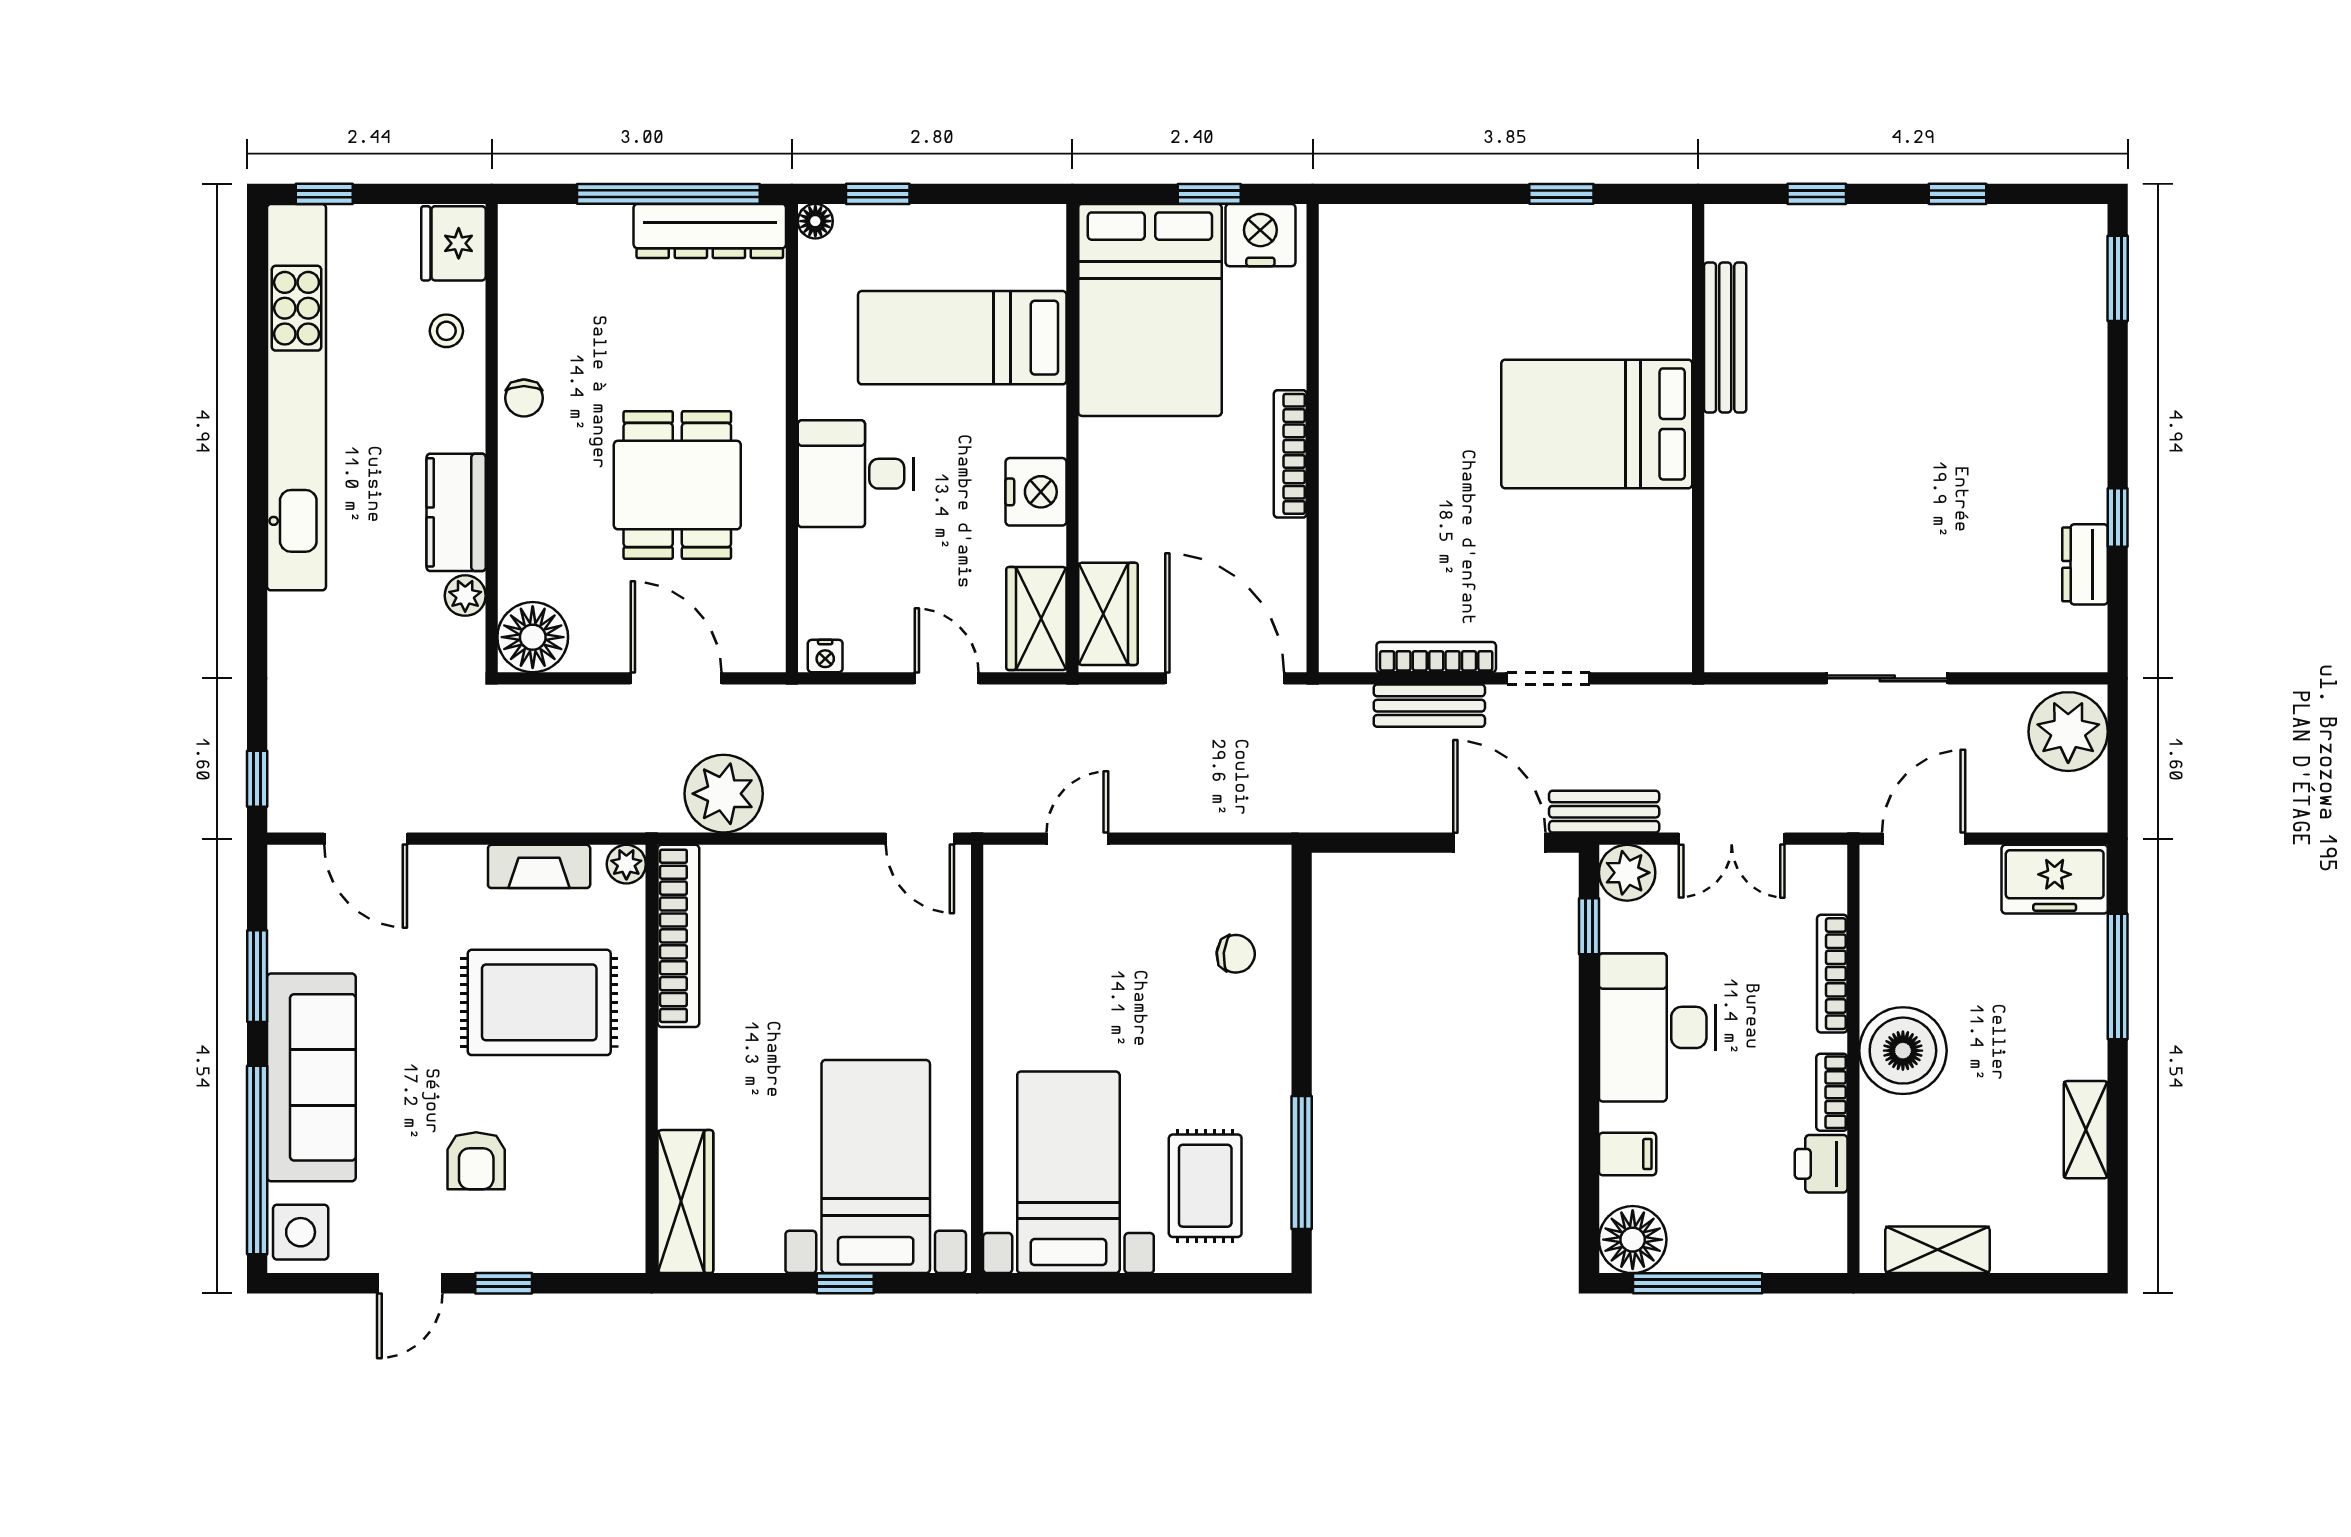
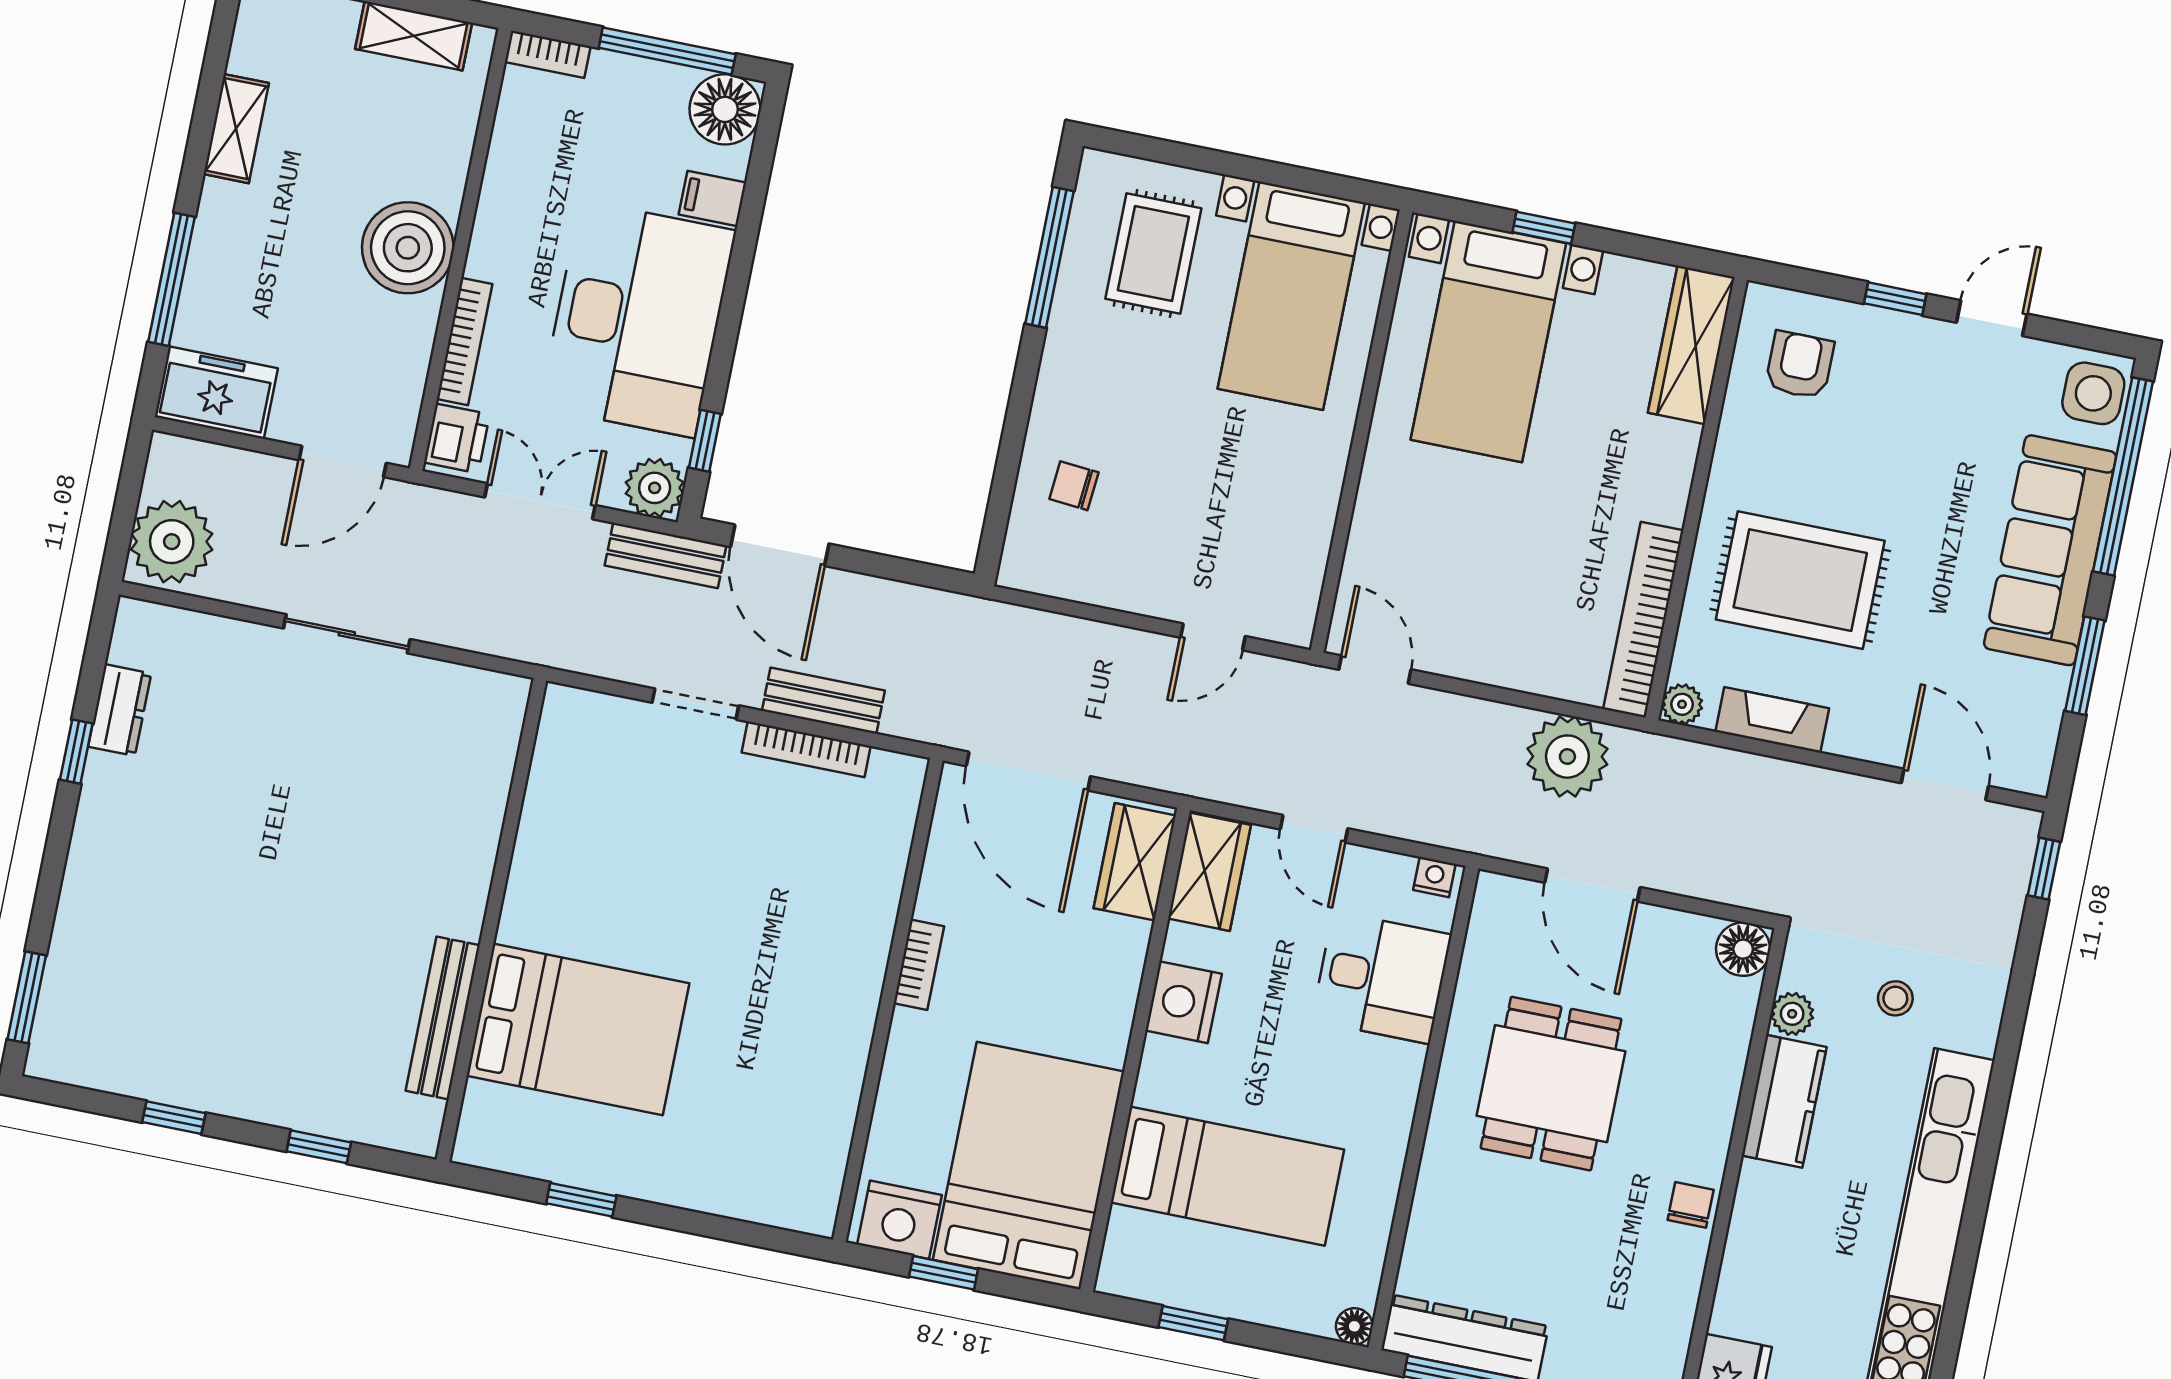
window: (878, 194) -> (1193, 1323), moved
stool: (446, 331) -> (1895, 998), moved
bed: (1597, 424) -> (578, 1029), moved
bookcase: (1290, 454) -> (919, 965), width x0.64
desk: (856, 474) -> (1382, 978), moved
floor lamp: (533, 637) -> (1743, 949), width x0.73, depth x0.73
desk: (1657, 1027) -> (638, 319), width x1.36, depth x1.30
bookcase: (1832, 1092) -> (548, 54), moved, turned 90
armchair: (476, 1161) -> (1800, 365), moved
printer: (1821, 1164) -> (457, 438), moved

